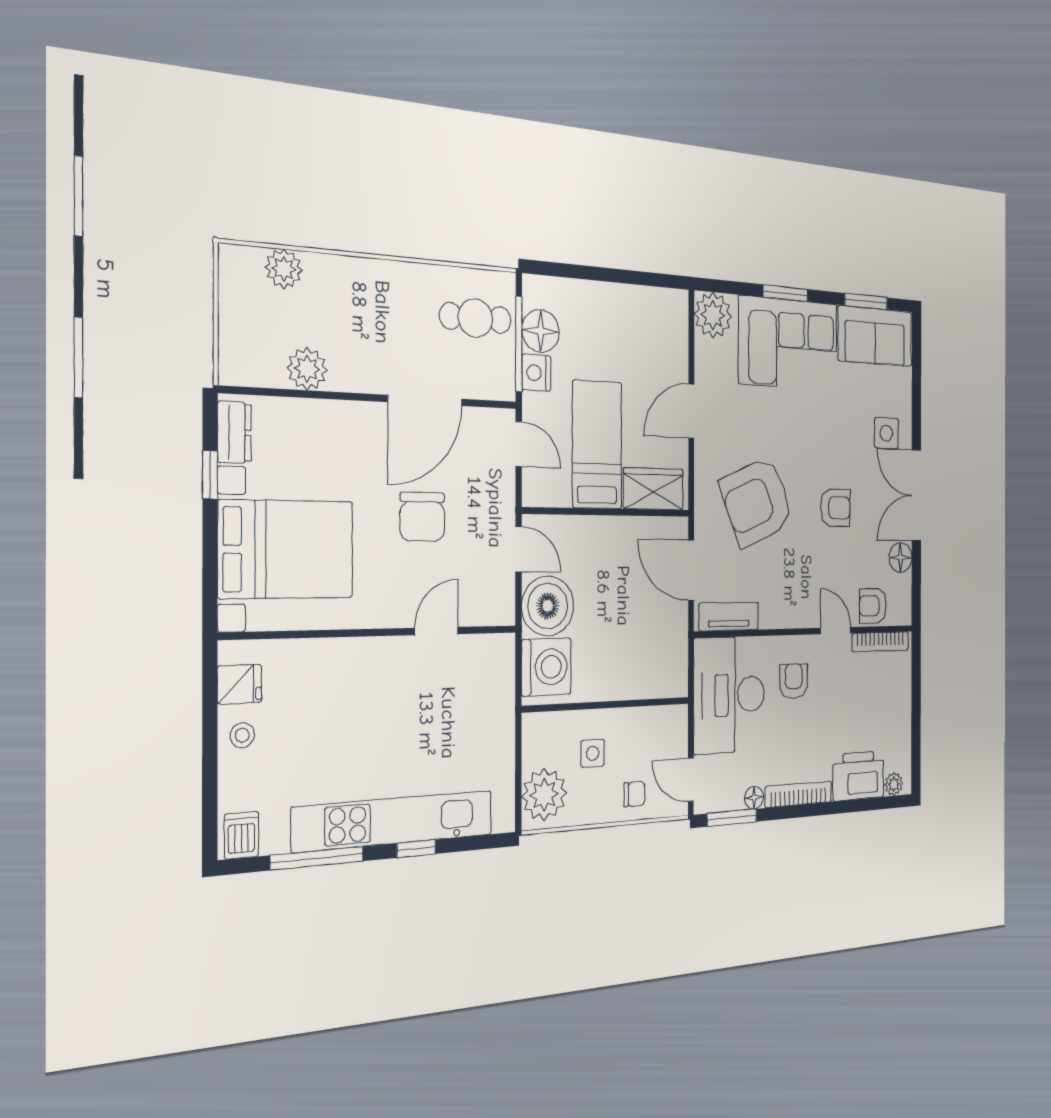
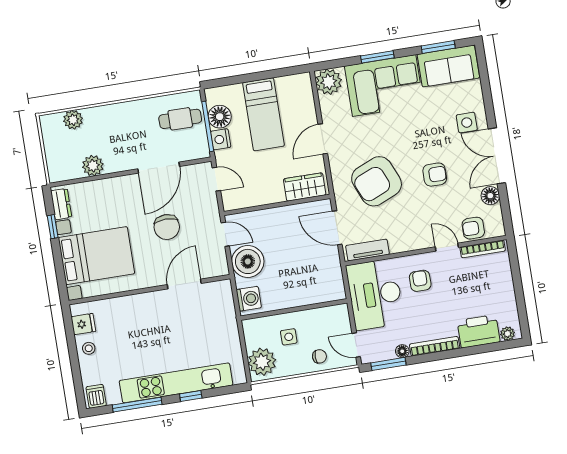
bed: (597, 445) -> (264, 114), moved, turned 180
door: (437, 631) -> (184, 284), width x1.38
washing machine: (546, 667) -> (249, 299), width x0.73, depth x0.73

